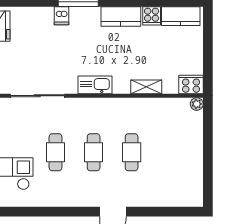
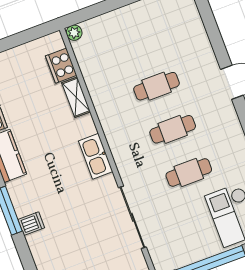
cooker: (191, 84) -> (61, 66), moved

